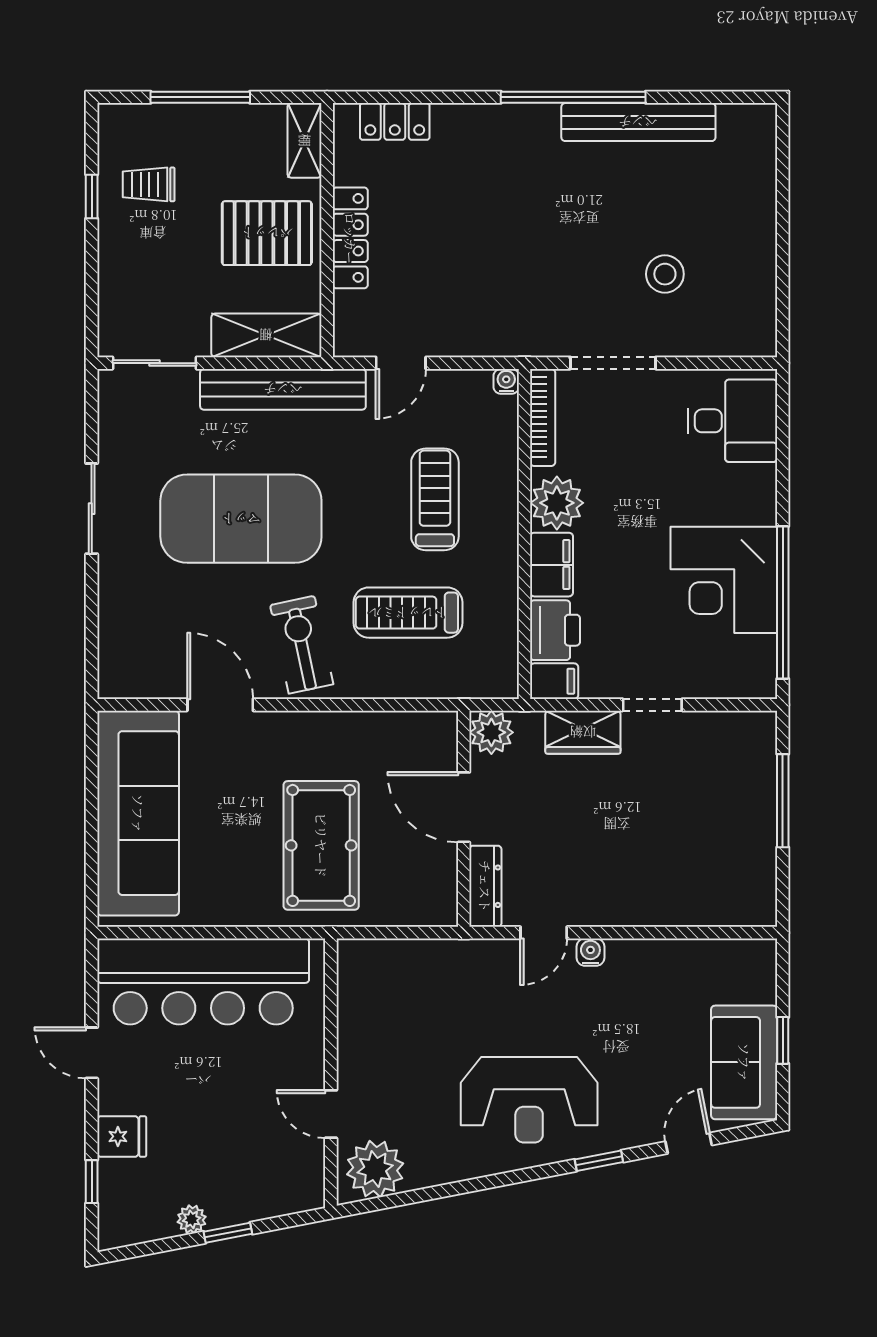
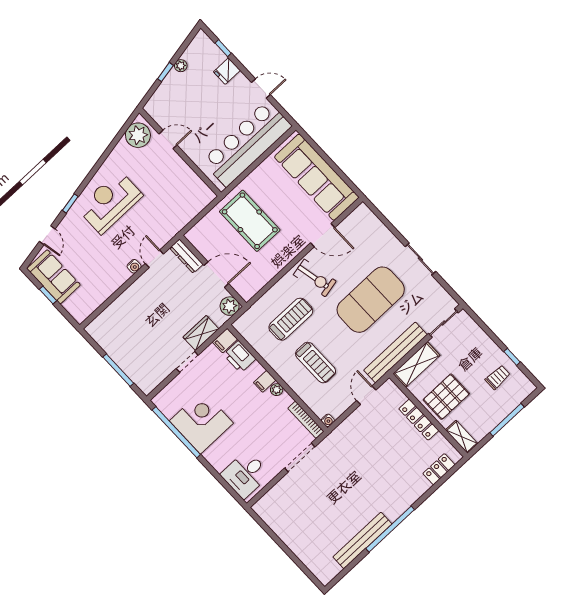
stool: (665, 274) -> (310, 501), removed
plant: (557, 503) -> (277, 390), width x0.53, depth x0.53
filing cabinet: (552, 565) -> (265, 381), width x0.50

